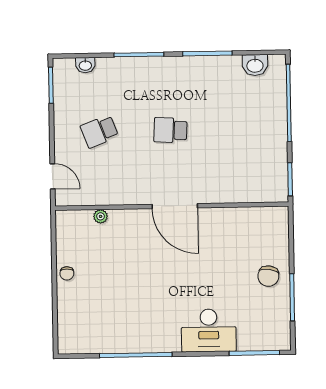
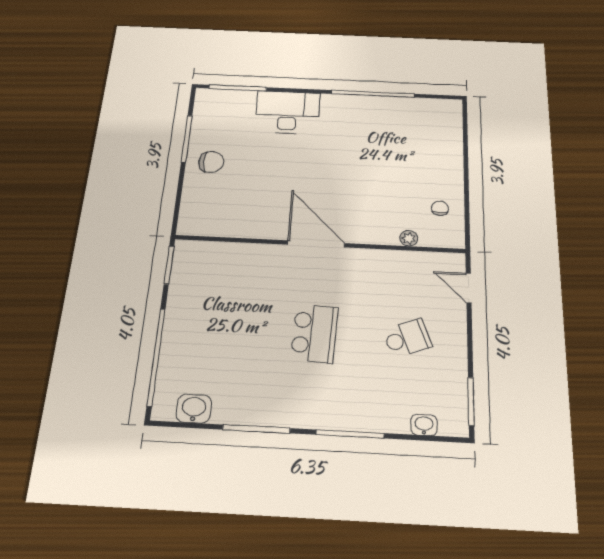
school desk: (170, 130) -> (314, 333), width x1.85
chair: (67, 273) -> (440, 208), moved
chair: (268, 276) -> (211, 162), turned 81

